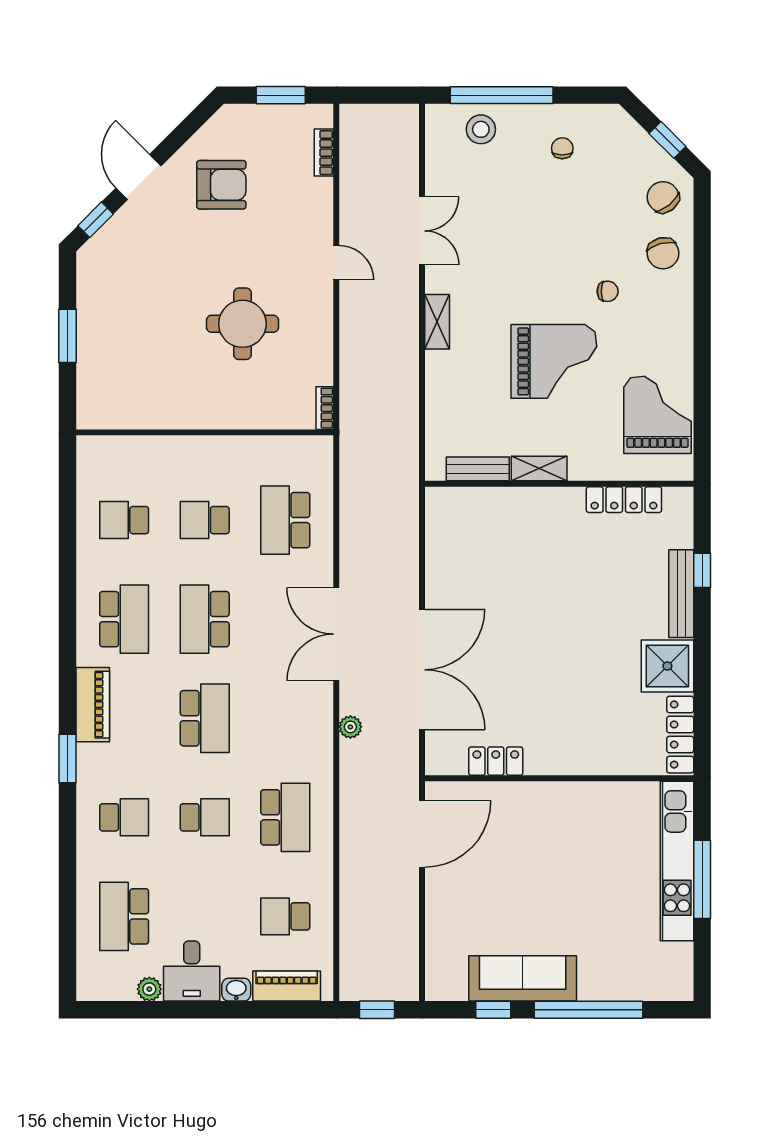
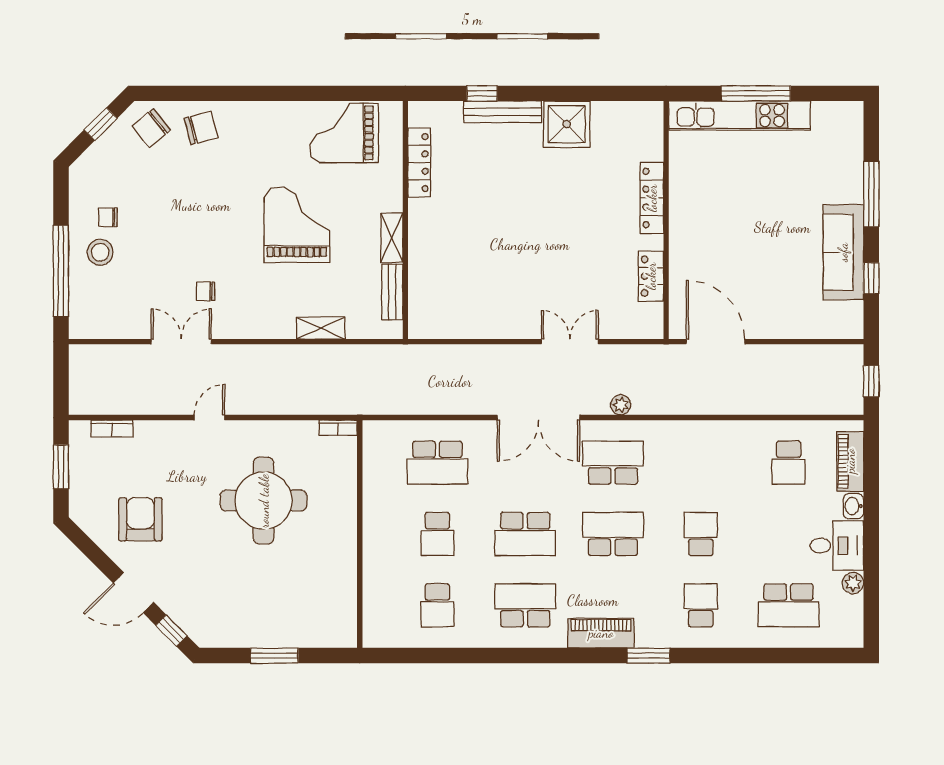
stool: (481, 129) -> (100, 252), moved
chair: (608, 291) -> (206, 291), moved, turned -90
shelving: (437, 322) -> (321, 328), moved
round table: (242, 324) -> (264, 501), width x1.36, depth x1.36
double door: (422, 670) -> (570, 342), width x0.54
locker: (680, 735) -> (652, 198), moved, turned 90
school desk: (285, 817) -> (613, 463), moved
window: (588, 1010) -> (871, 194), width x0.68

